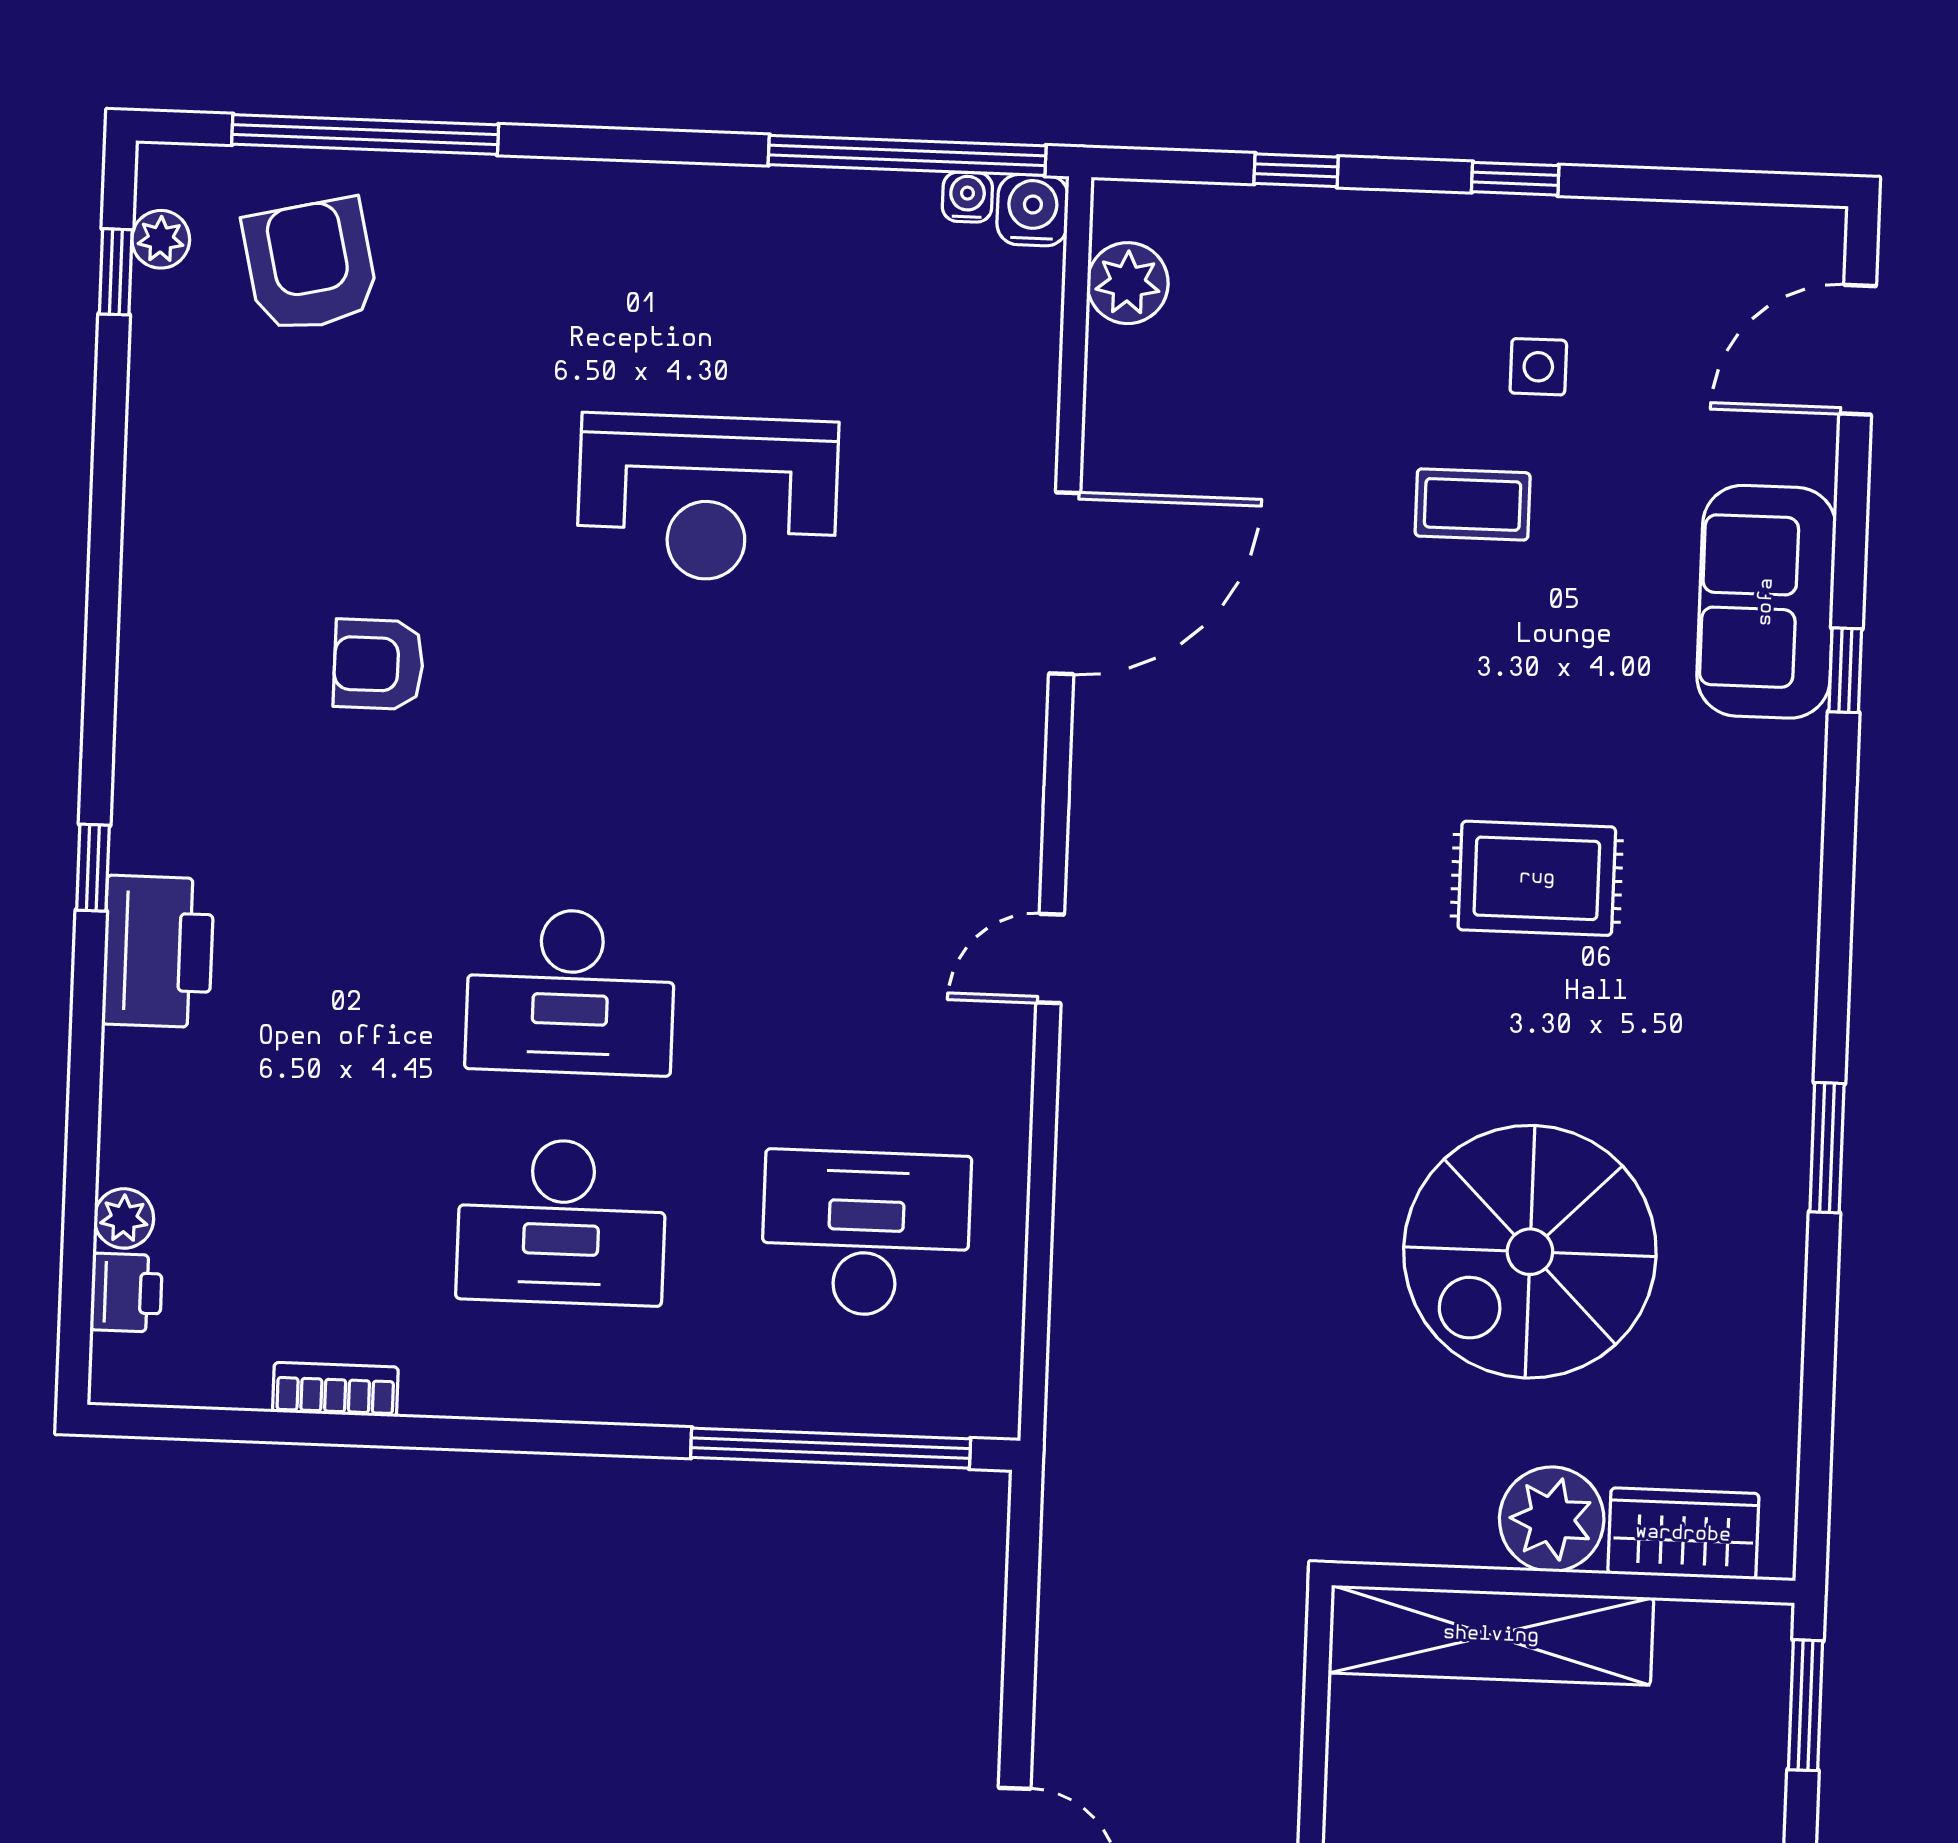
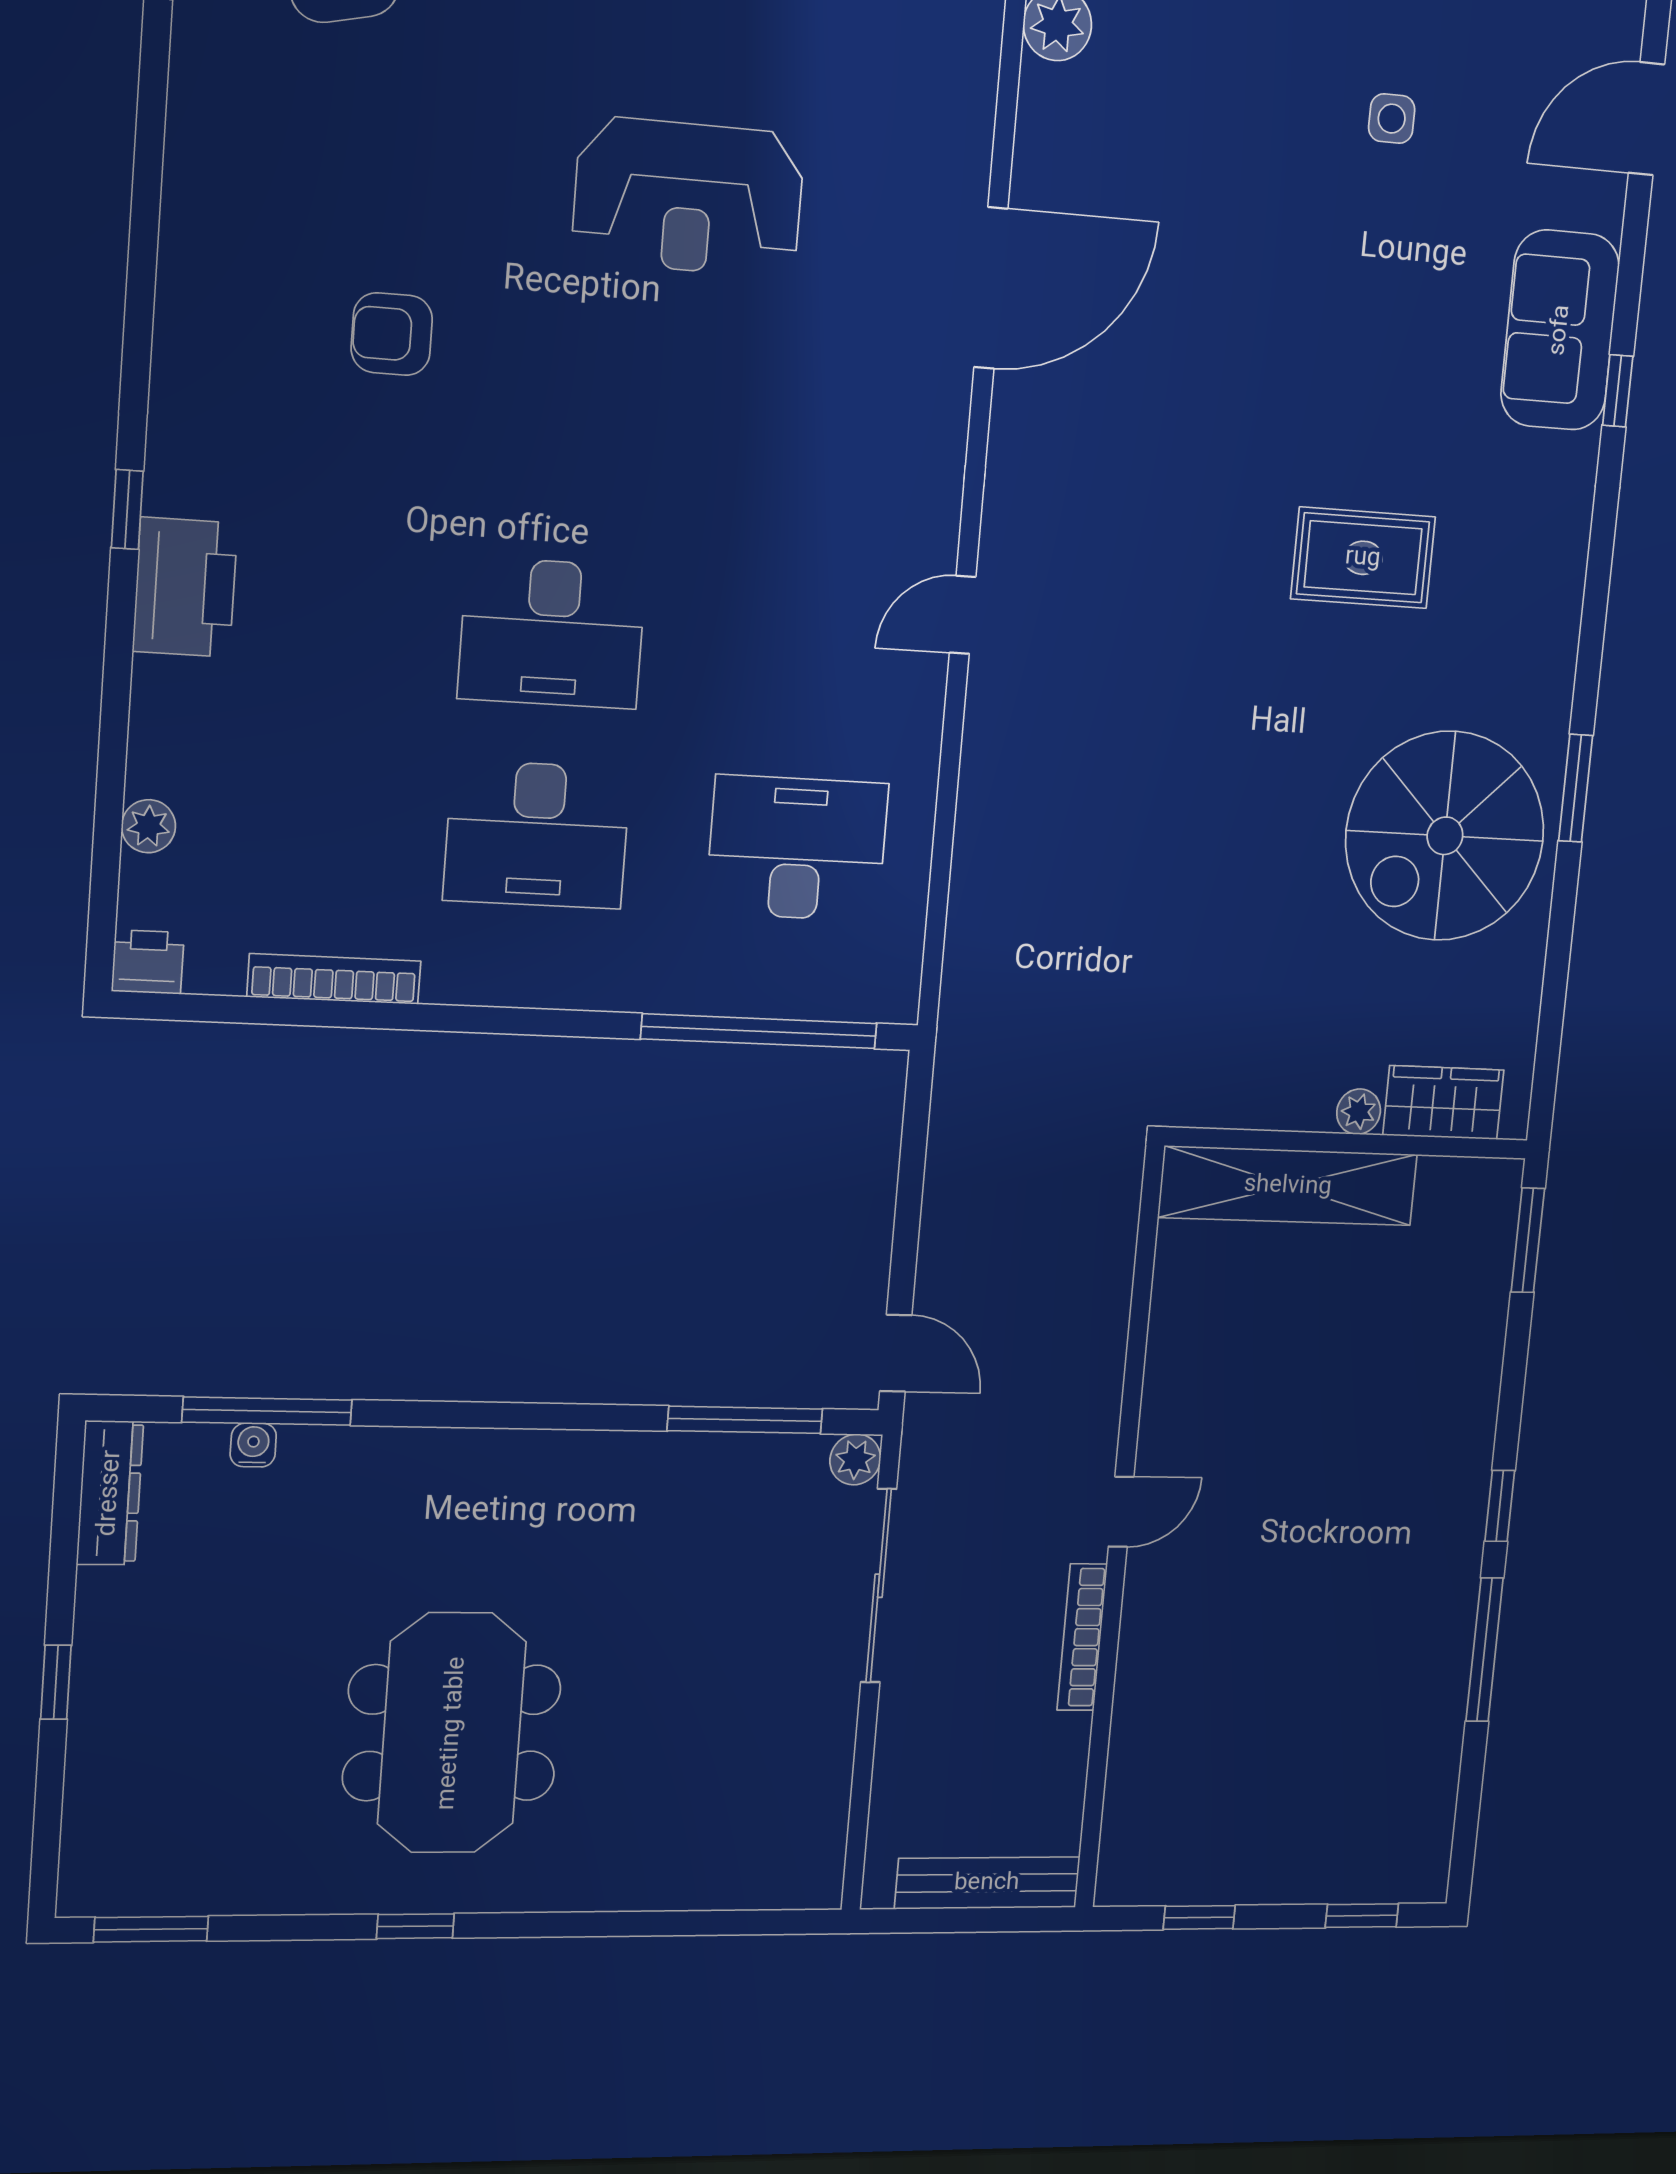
coffee table: (1473, 504) -> (1331, 235), removed
spiral stairs: (1530, 1252) -> (1445, 836), moved
printer: (126, 1293) -> (148, 962), moved, turned -90
bookcase: (335, 1390) -> (334, 979), width x1.56
plant: (1552, 1519) -> (1359, 1112), width x0.53, depth x0.53

